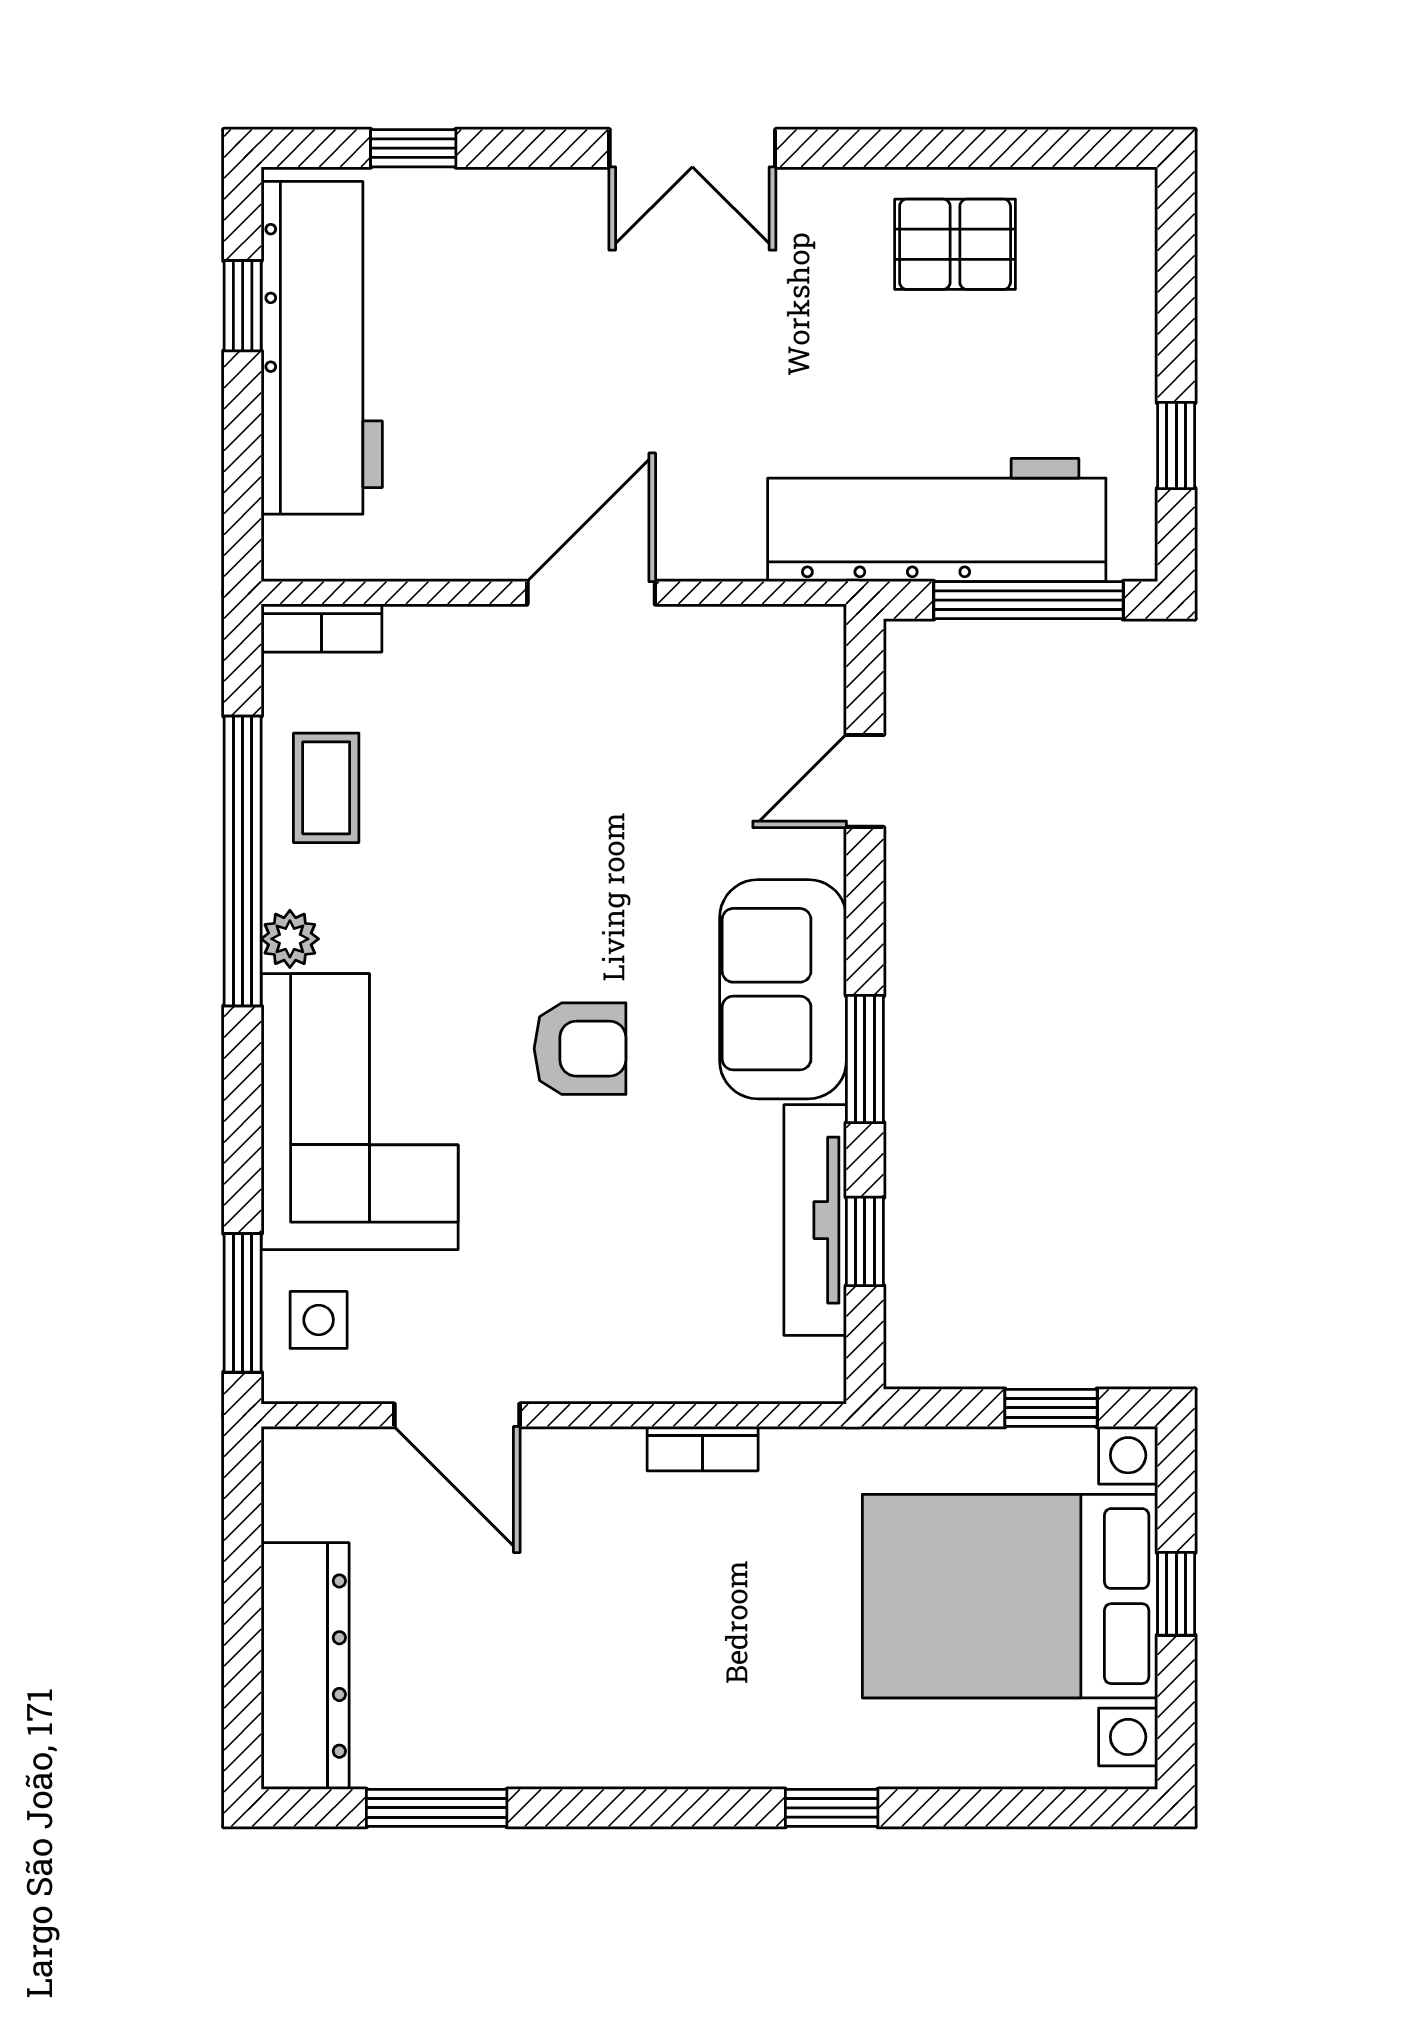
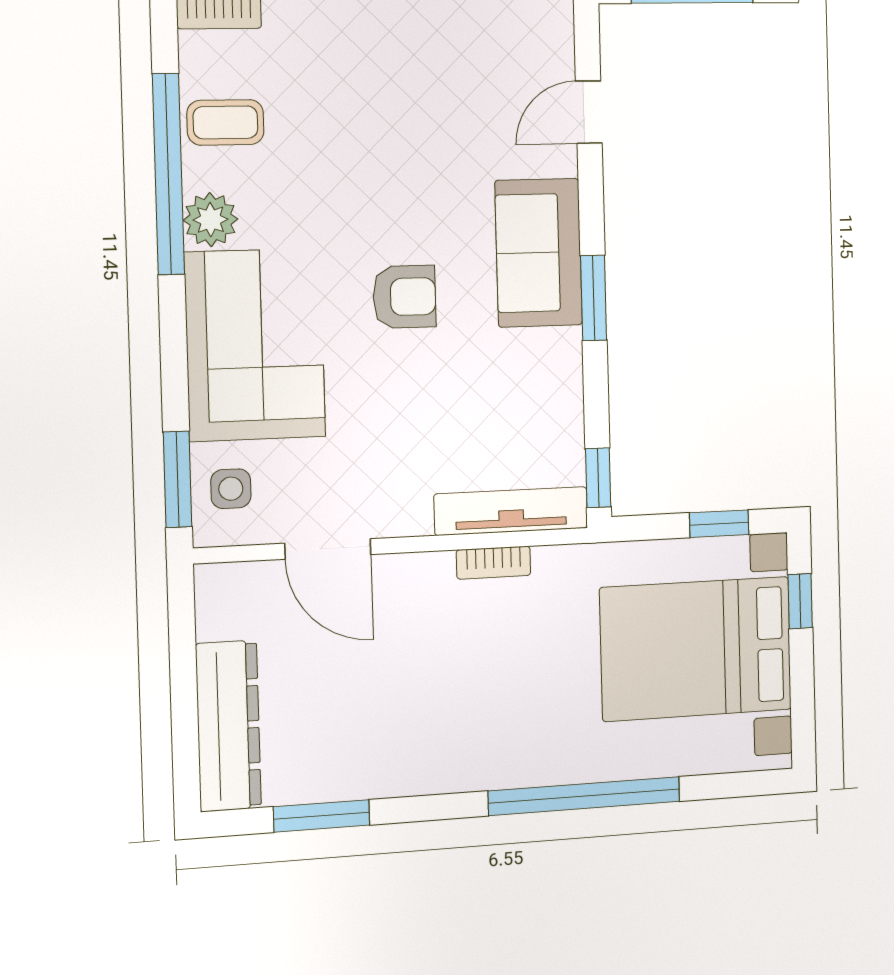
coffee table: (326, 788) -> (225, 122), turned 90
plant: (290, 939) -> (210, 220), width x1.38, depth x1.38
tv unit: (815, 1220) -> (511, 511), moved, turned 90
window: (865, 1241) -> (598, 478), moved
window: (1176, 1594) -> (800, 601), moved
window: (832, 1808) -> (584, 796), width x3.17

